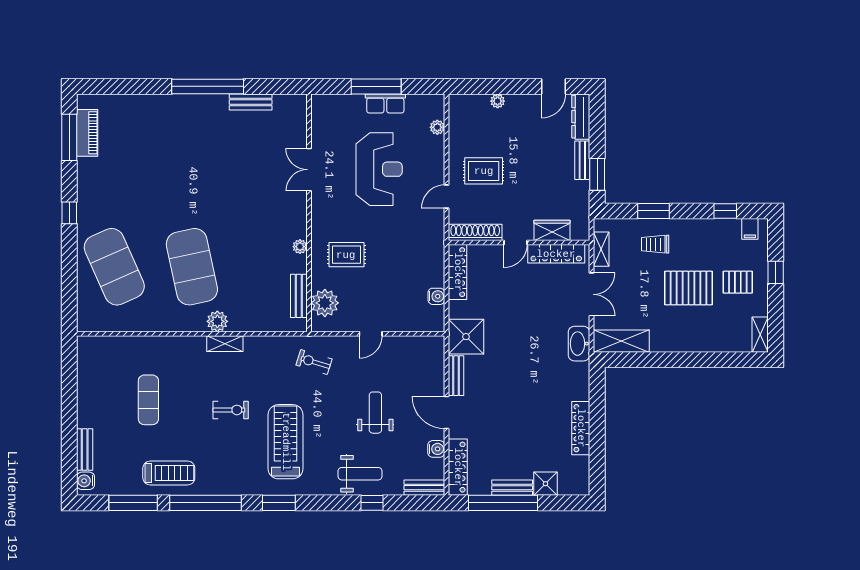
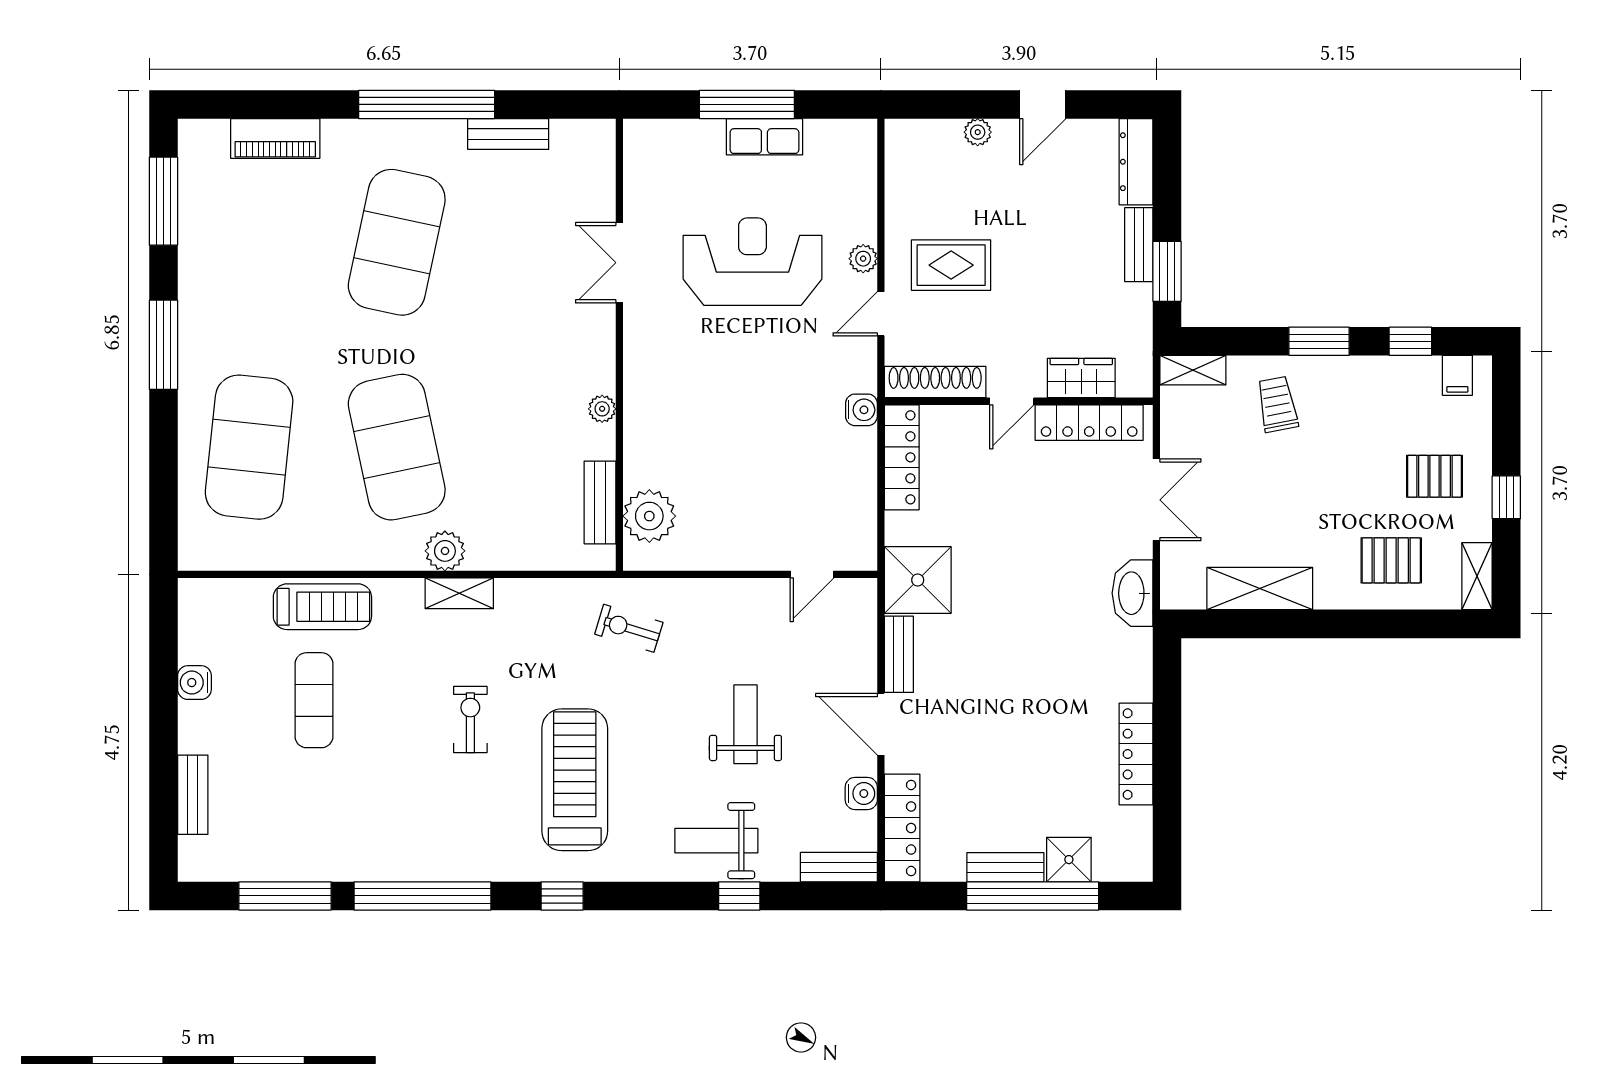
door: (553, 86) -> (1043, 104), moved
plant: (437, 127) -> (863, 259), moved
piano: (87, 133) -> (275, 138), moved, turned 90
exercise mat: (192, 159) -> (397, 242), added
reception desk: (379, 169) -> (752, 262), turned -90
window: (653, 211) -> (1319, 341), moved
window: (69, 213) -> (163, 345), width x2.17
trolley: (655, 244) -> (1277, 404), turned 79
shelving: (601, 249) -> (1193, 370), moved, turned 90
rug: (346, 255) -> (690, 424), removed
exercise mat: (114, 267) -> (249, 447), turned 30
window: (776, 272) -> (1506, 497), moved
pallet: (688, 288) -> (1391, 560), moved, width x0.67, depth x0.71
water cooler: (436, 296) -> (861, 410), moved
door: (371, 334) -> (812, 574), moved
shelving: (621, 341) -> (1260, 589), moved
exercise bike: (231, 410) -> (470, 719), turned -90
treadmill: (169, 473) -> (322, 607), moved
weight bench: (360, 474) -> (716, 841), turned 180
water cooler: (86, 481) -> (194, 683), moved
window: (279, 503) -> (562, 896), width x0.67
window: (503, 503) -> (1033, 896), moved

